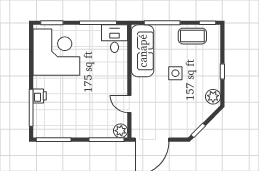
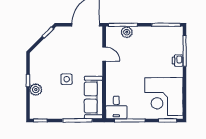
coffee table: (192, 36) -> (53, 110), removed
plant: (213, 97) -> (36, 90), moved
plant: (120, 131) -> (127, 32), moved

